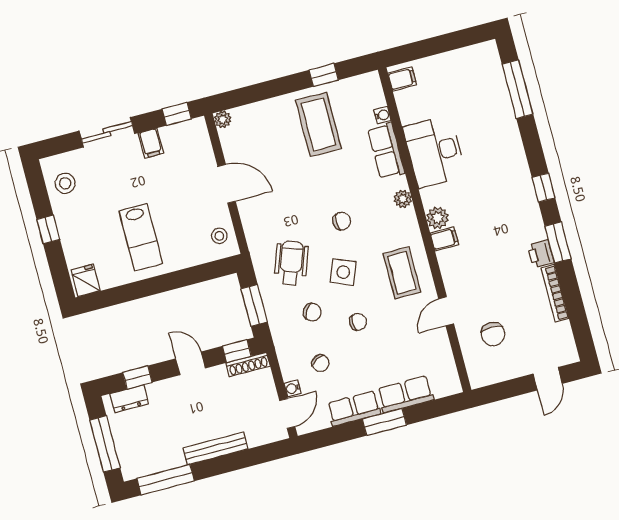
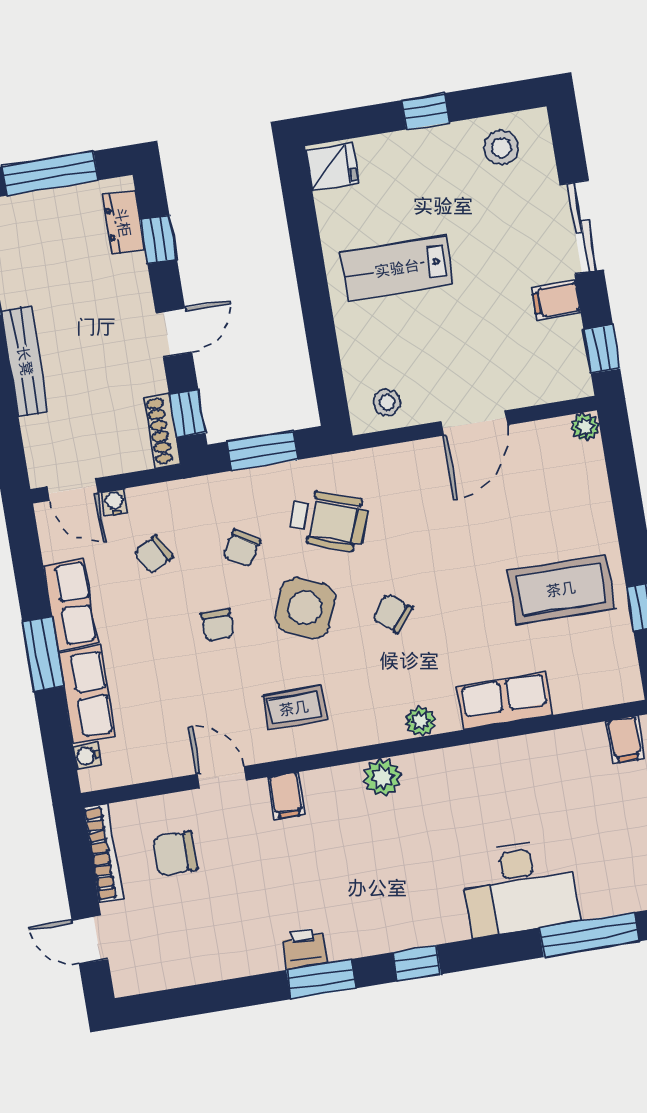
water cooler: (382, 115) -> (87, 756), moved, turned 90
desk: (435, 152) -> (520, 887), moved, turned 180
chair: (342, 221) -> (392, 613), turned 130
filing cabinet: (444, 239) -> (286, 796), moved
side table: (343, 272) -> (305, 608), width x1.37, depth x1.37
coffee table: (402, 273) -> (294, 708), width x0.73, depth x0.77
bookcase: (555, 293) -> (103, 853), moved, turned 90

